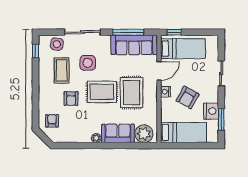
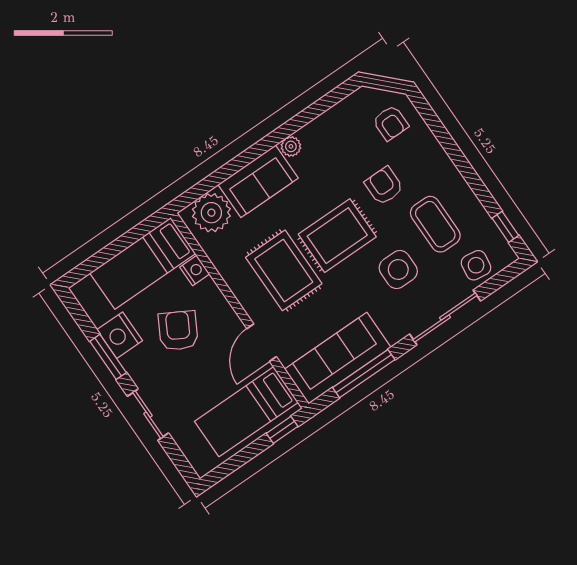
nightstand: (166, 92) -> (195, 271), moved
window: (221, 119) -> (108, 357), moved

